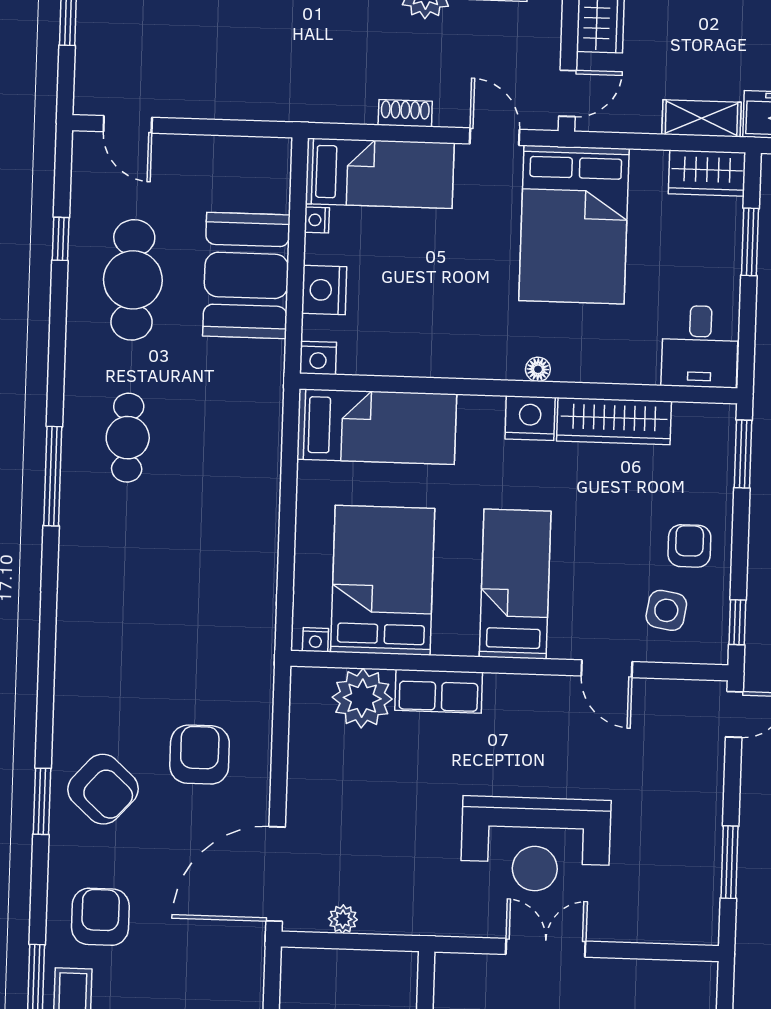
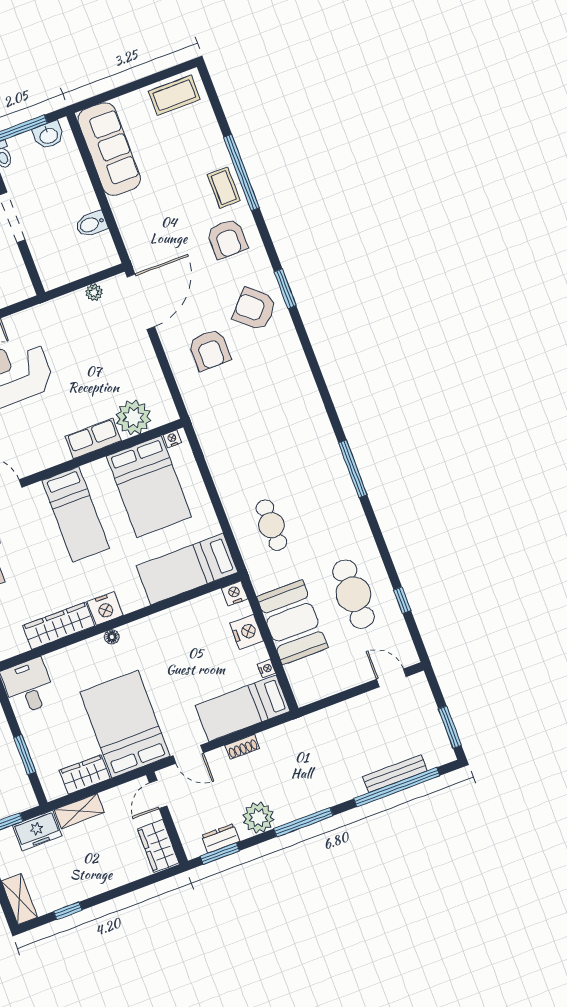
wardrobe: (707, 173) -> (85, 775), moved
cafe table: (128, 438) -> (271, 525), moved

